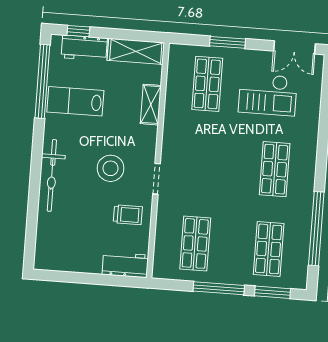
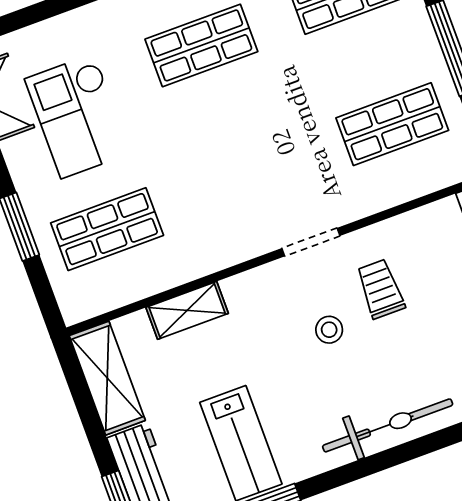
checkout: (268, 94) -> (78, 116), turned 180
stool: (111, 168) -> (329, 330), width x0.53, depth x0.53
trolley: (128, 215) -> (381, 289), moved

